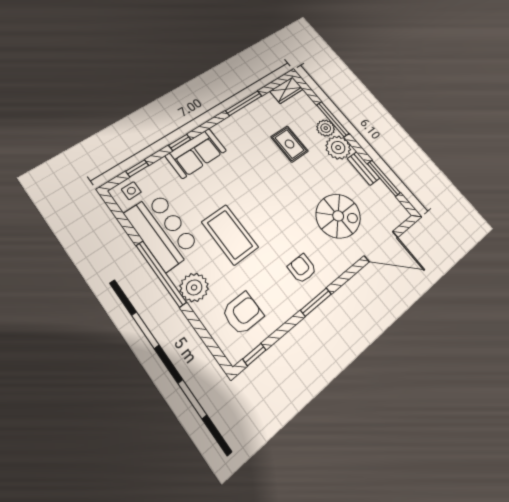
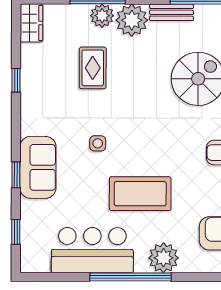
window: (244, 103) -> (16, 80), width x0.46
rug: (290, 144) -> (93, 68), turned 90
side table: (131, 191) -> (98, 143), moved

